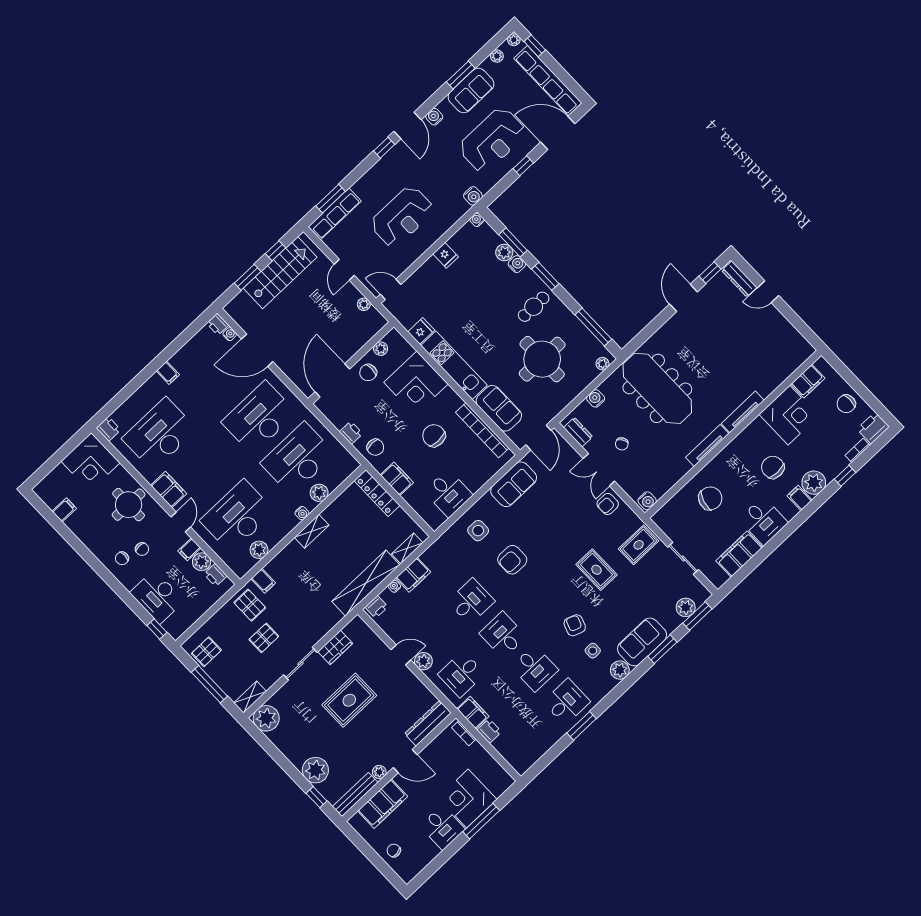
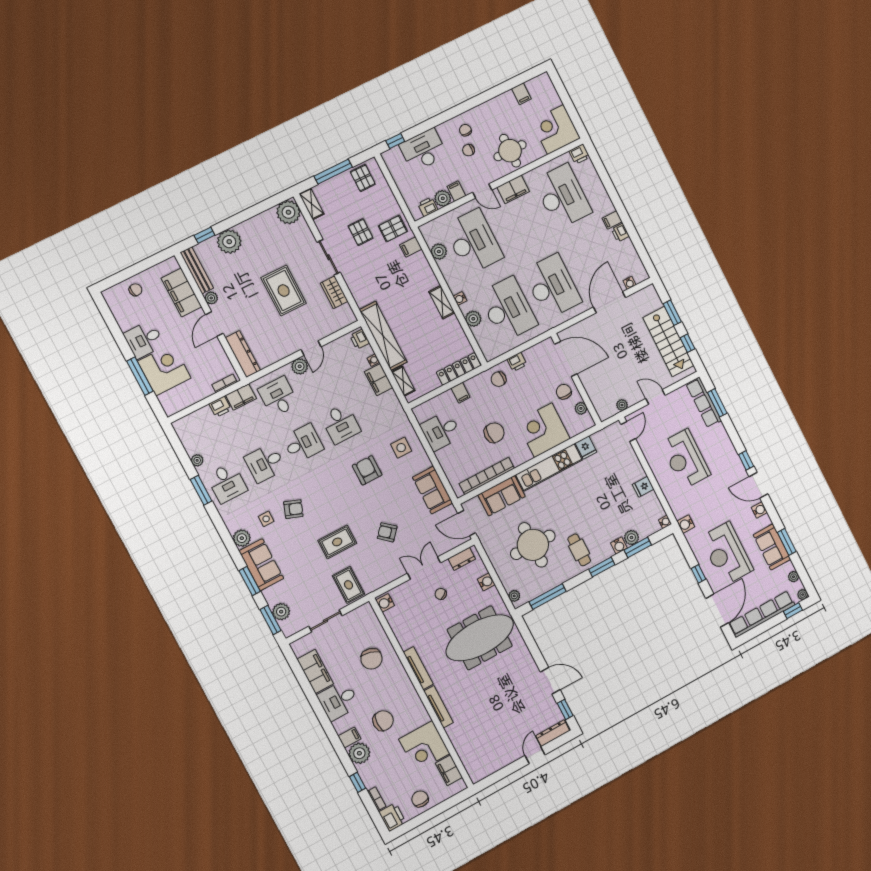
printer: (218, 324) -> (620, 233), moved, turned -90
filing cabinet: (397, 479) -> (461, 393), width x0.50
armchair: (608, 504) -> (387, 532), moved, turned -49
plant: (552, 739) -> (197, 460), added

